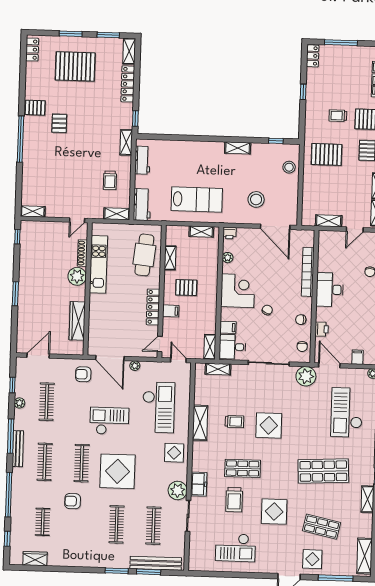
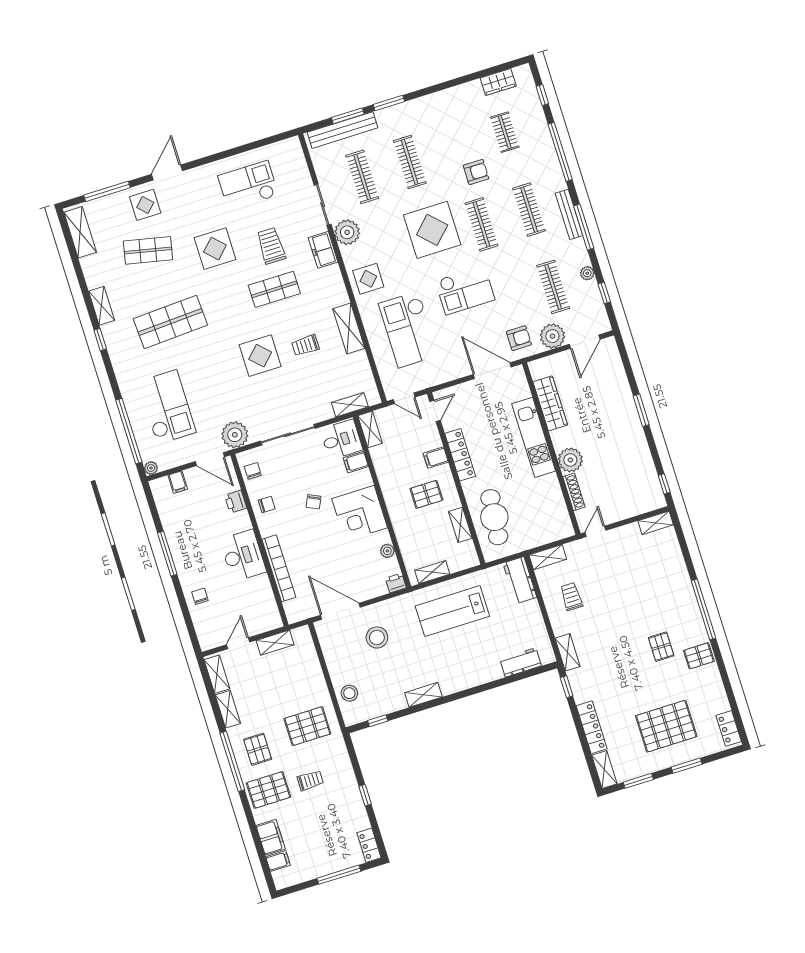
workbench: (142, 160) -> (521, 662), moved, turned 90
kitchen unit: (98, 264) -> (534, 437), moved
plant: (135, 366) -> (552, 336), moved, width x1.87, depth x1.87

